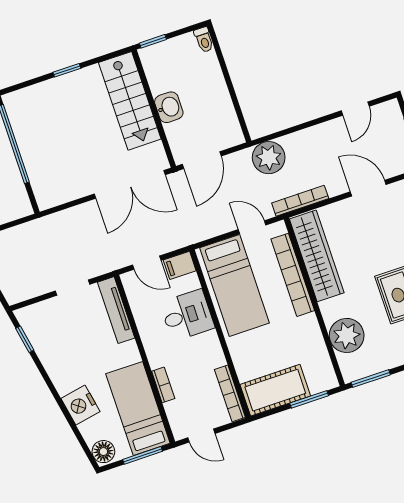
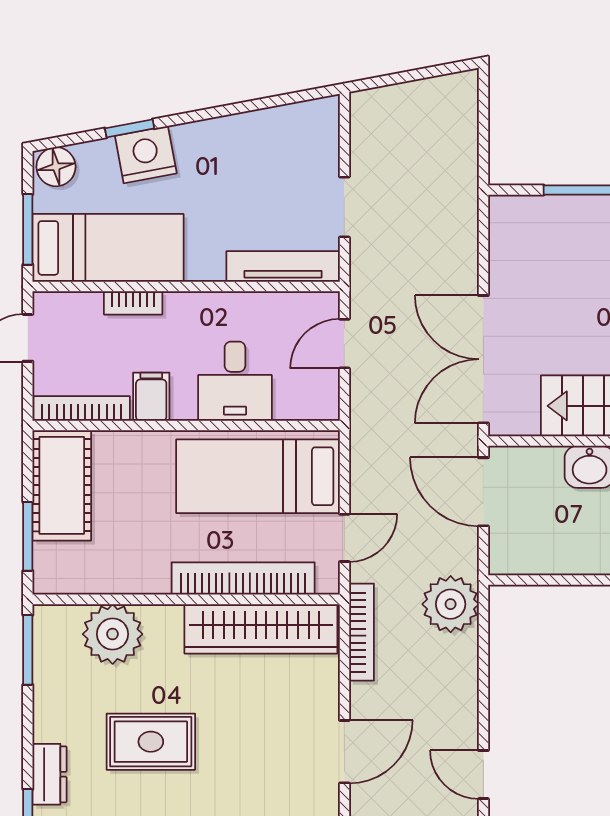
filing cabinet: (180, 265) -> (151, 397), moved
window: (25, 339) -> (130, 128), moved

